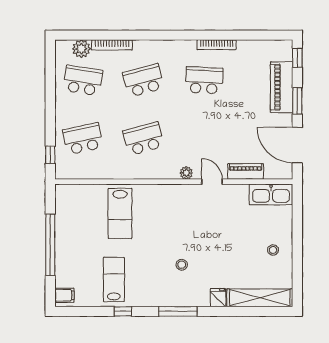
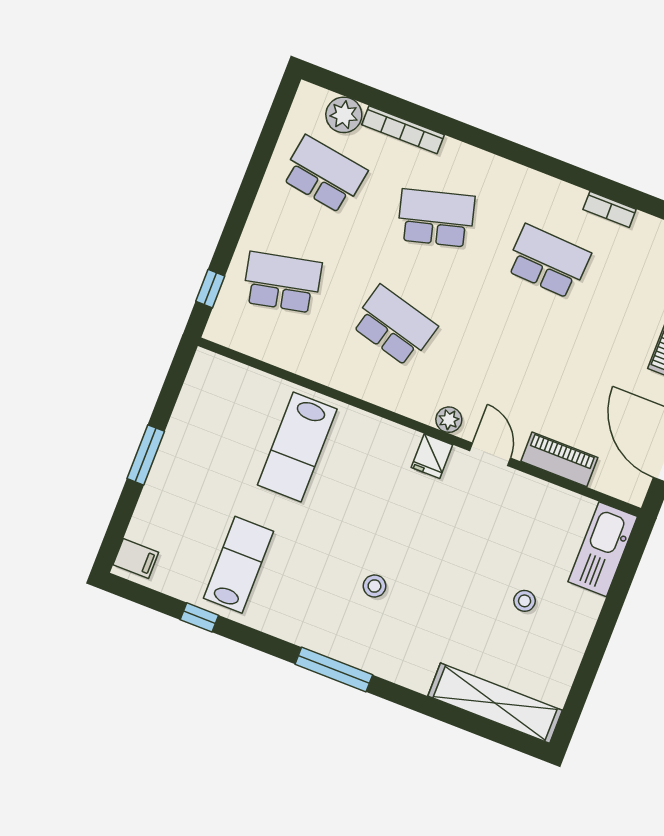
bookcase: (217, 45) -> (610, 209), width x0.64
school desk: (143, 139) -> (394, 326), turned 30
kitchen sink: (271, 194) -> (603, 549), moved, turned 90
window: (50, 245) -> (146, 455), width x0.47
stool: (273, 250) -> (525, 601), moved
fridge: (218, 298) -> (432, 456), moved, turned 180
window: (123, 311) -> (199, 617), moved

